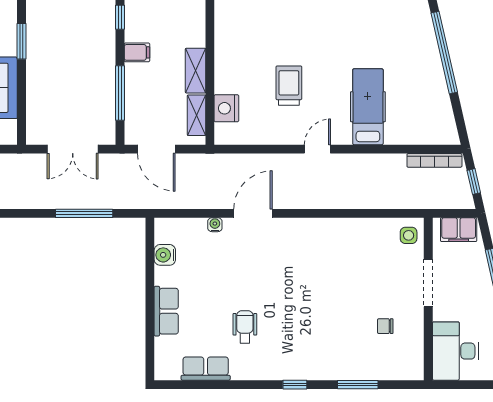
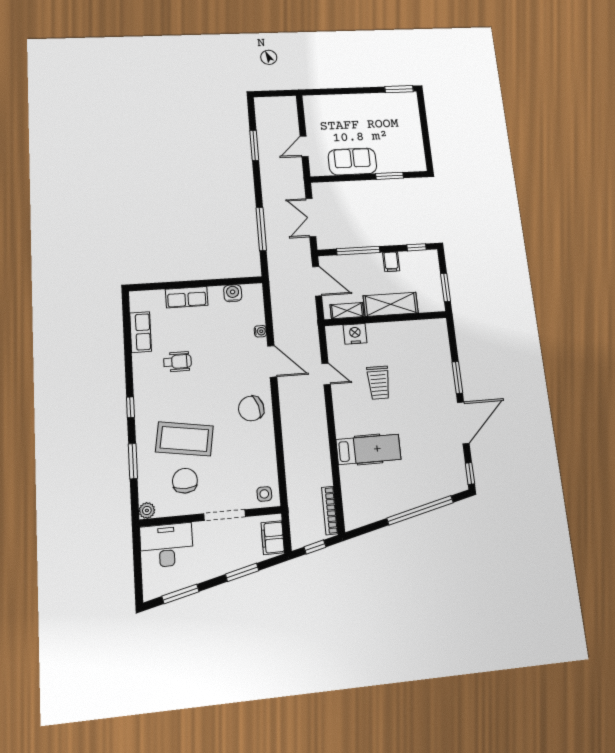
shelving: (196, 71) -> (391, 304), width x1.50, depth x1.33
trolley: (289, 86) -> (379, 383), turned 90
door: (156, 149) -> (317, 281), swing flipped
door: (317, 149) -> (326, 374), moved
chair: (308, 243) -> (251, 408), added
coffee table: (337, 324) -> (184, 439), added
chair: (385, 326) -> (185, 481), width x1.87, depth x1.87
plant: (415, 371) -> (147, 510), added

